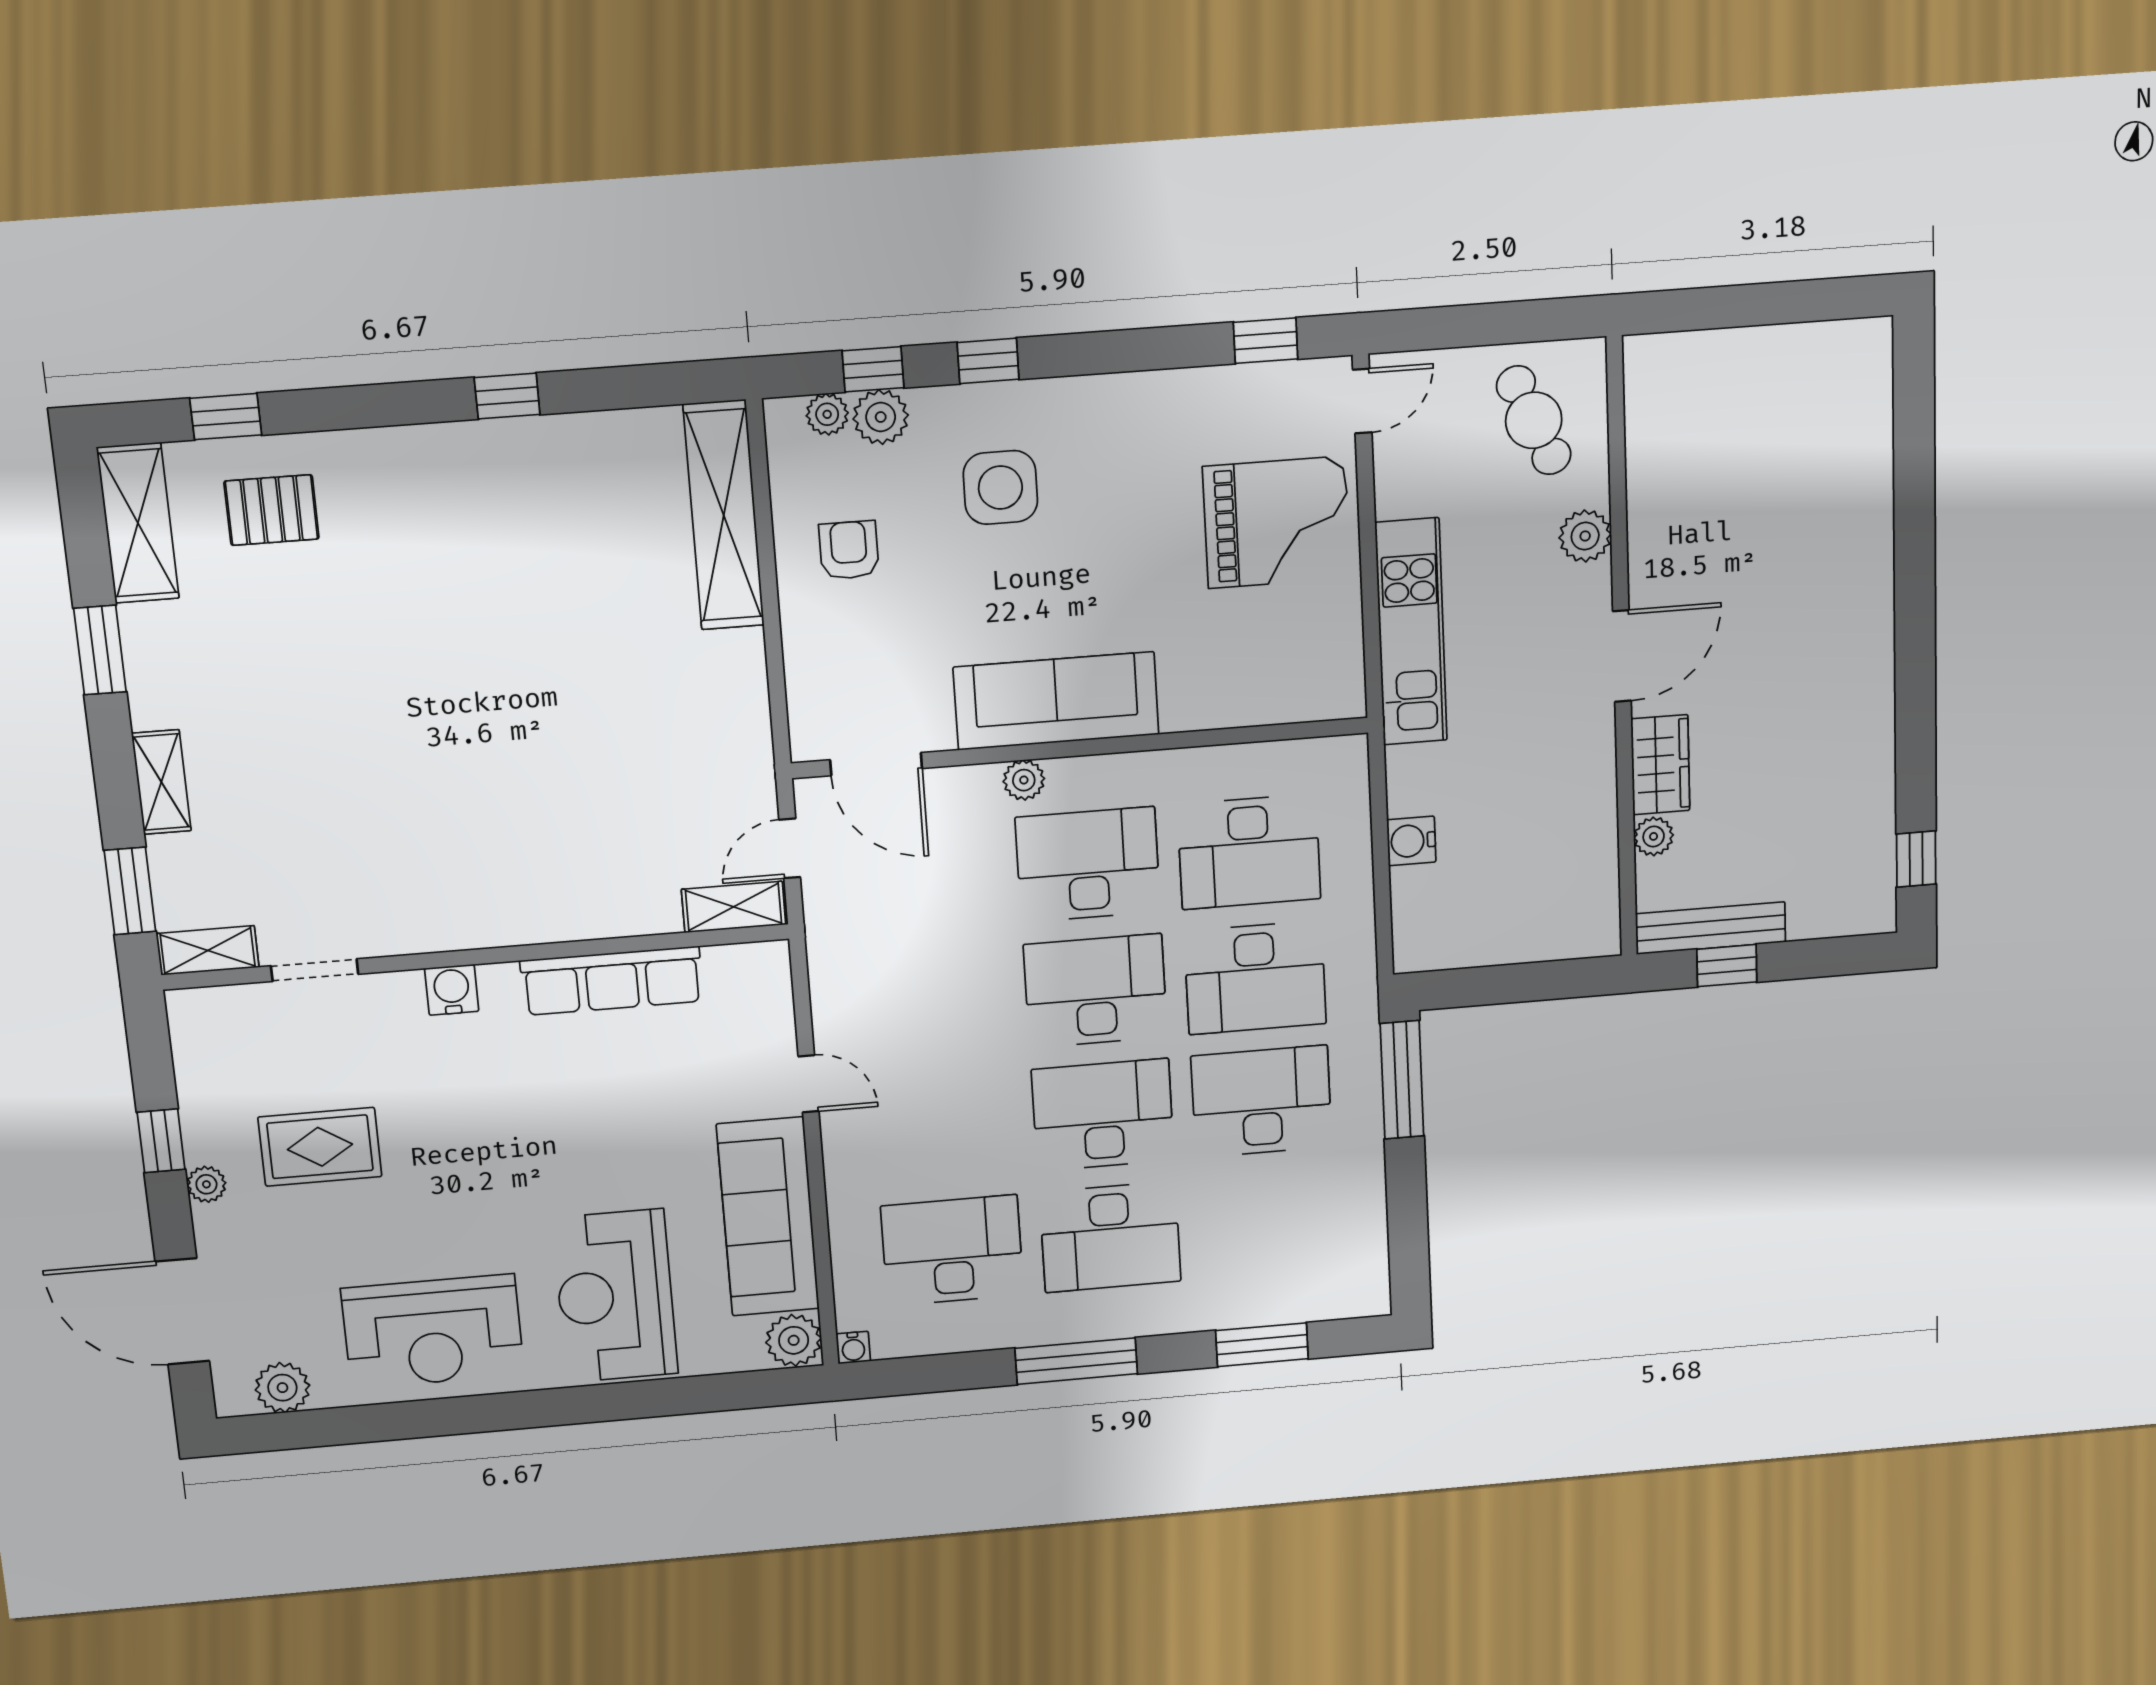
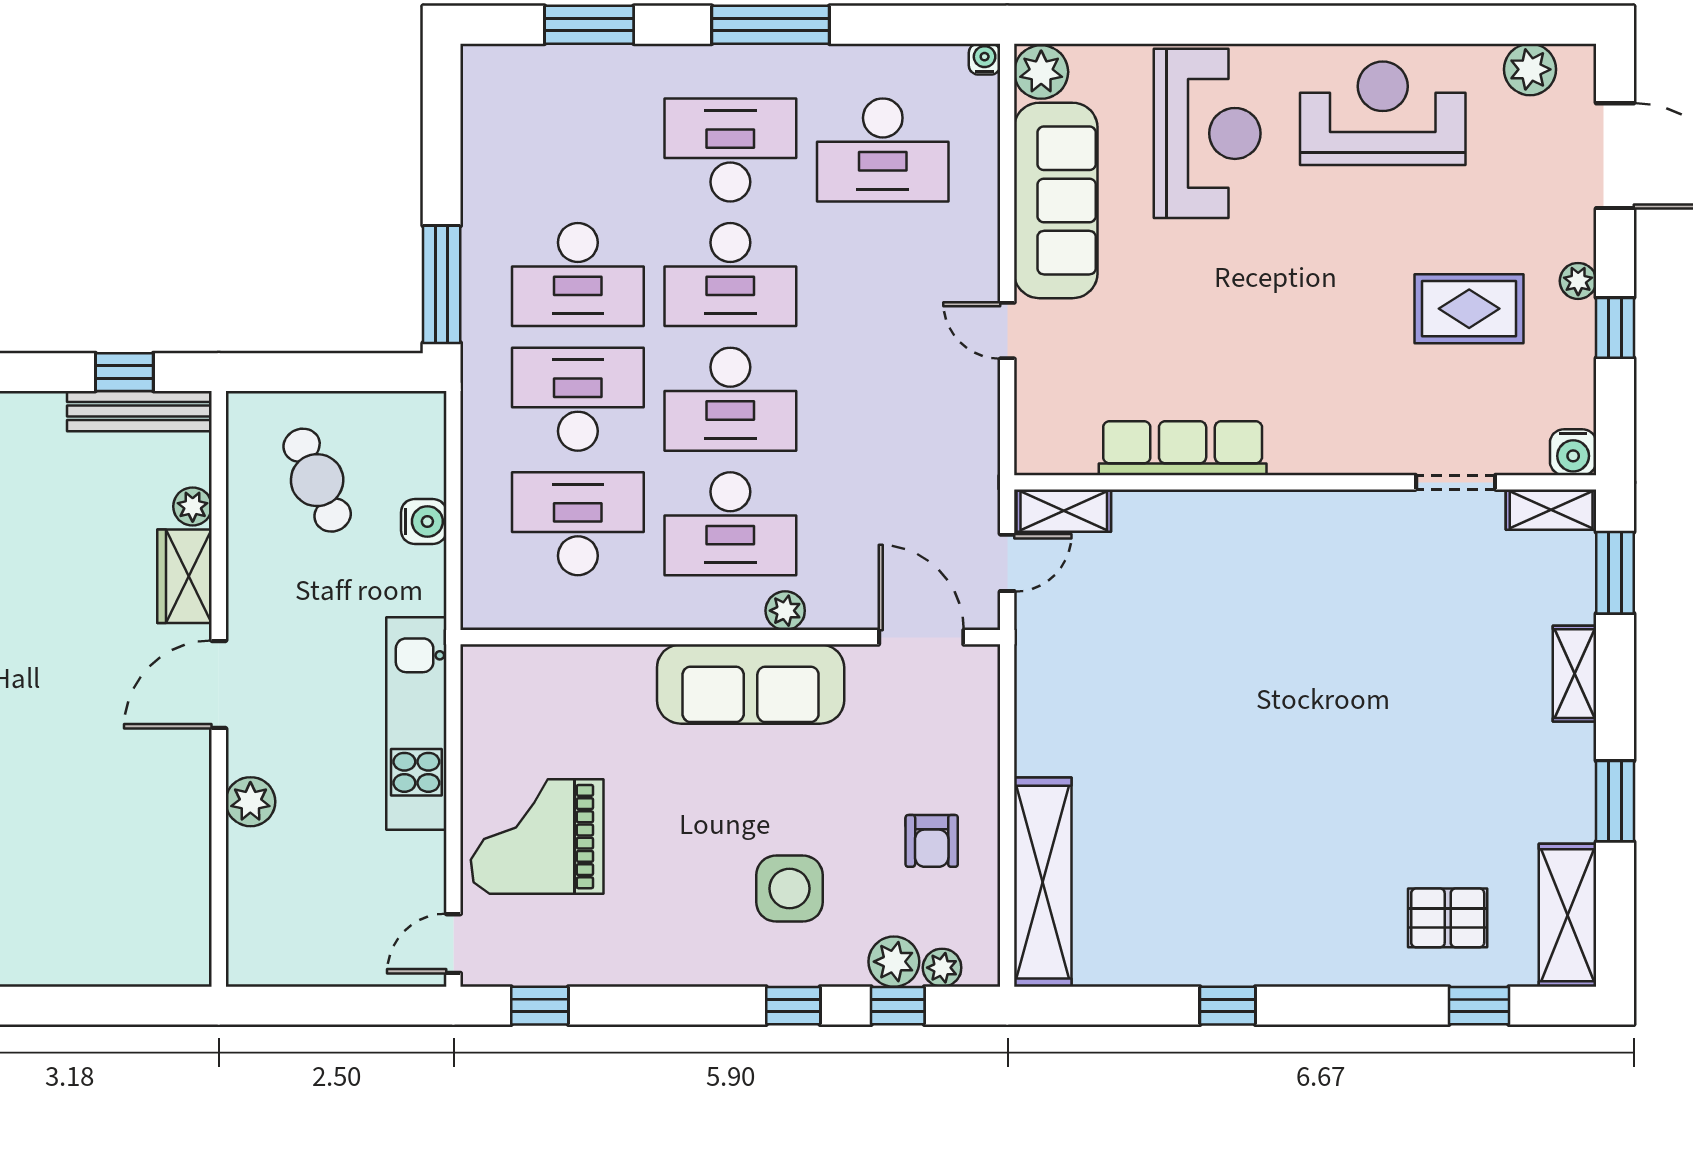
cafe table: (1534, 420) -> (317, 480), moved
water cooler: (452, 990) -> (1573, 452), moved

